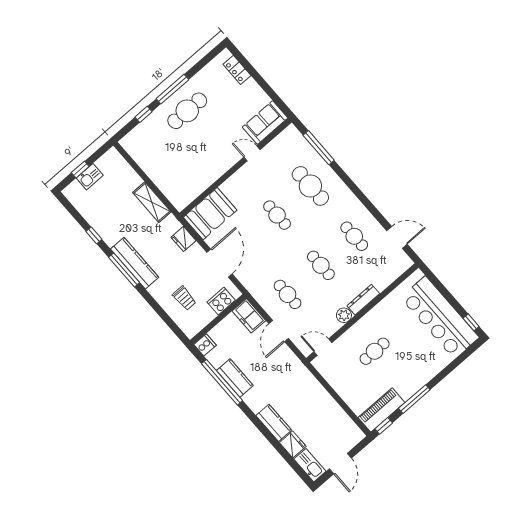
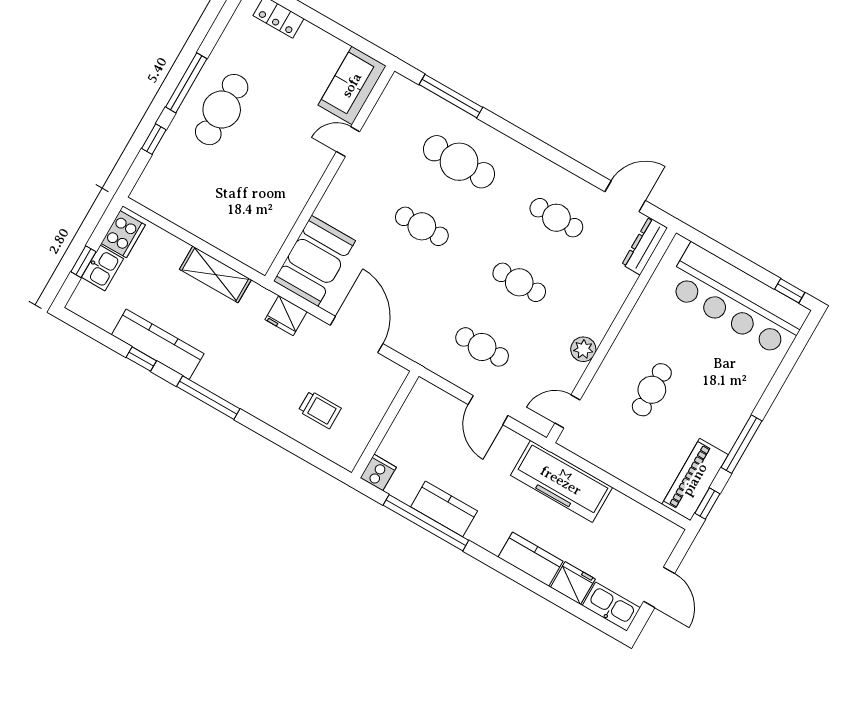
kitchen counter: (135, 263) -> (158, 344), moved
dresser: (363, 300) -> (645, 246), moved
cooker: (221, 301) -> (123, 234), moved, turned 180
freezer: (249, 316) -> (561, 481), moved, width x1.91, depth x1.26

